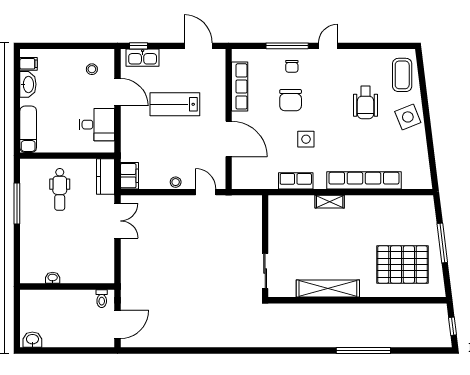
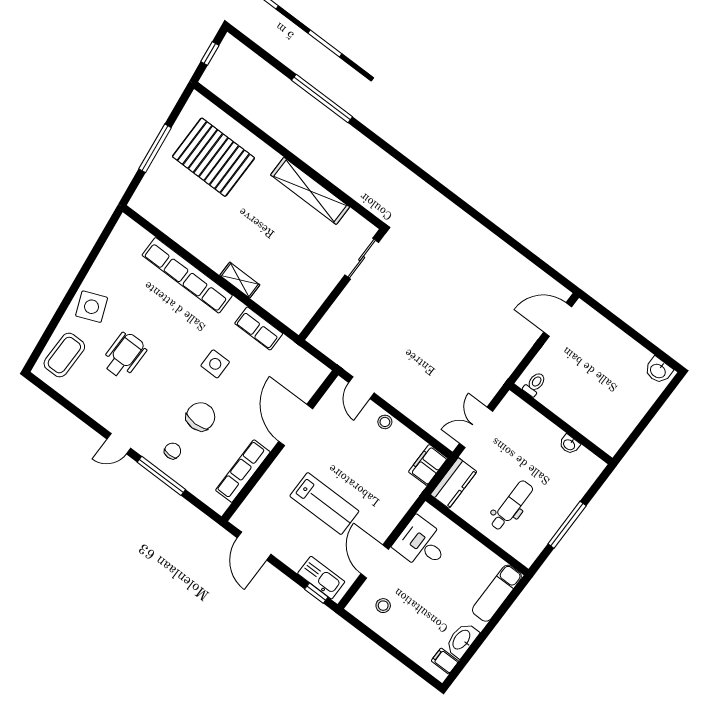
washbasin: (53, 278) -> (569, 444), moved
wall: (67, 287) -> (561, 424), moved
toilet: (102, 299) -> (535, 384), moved

